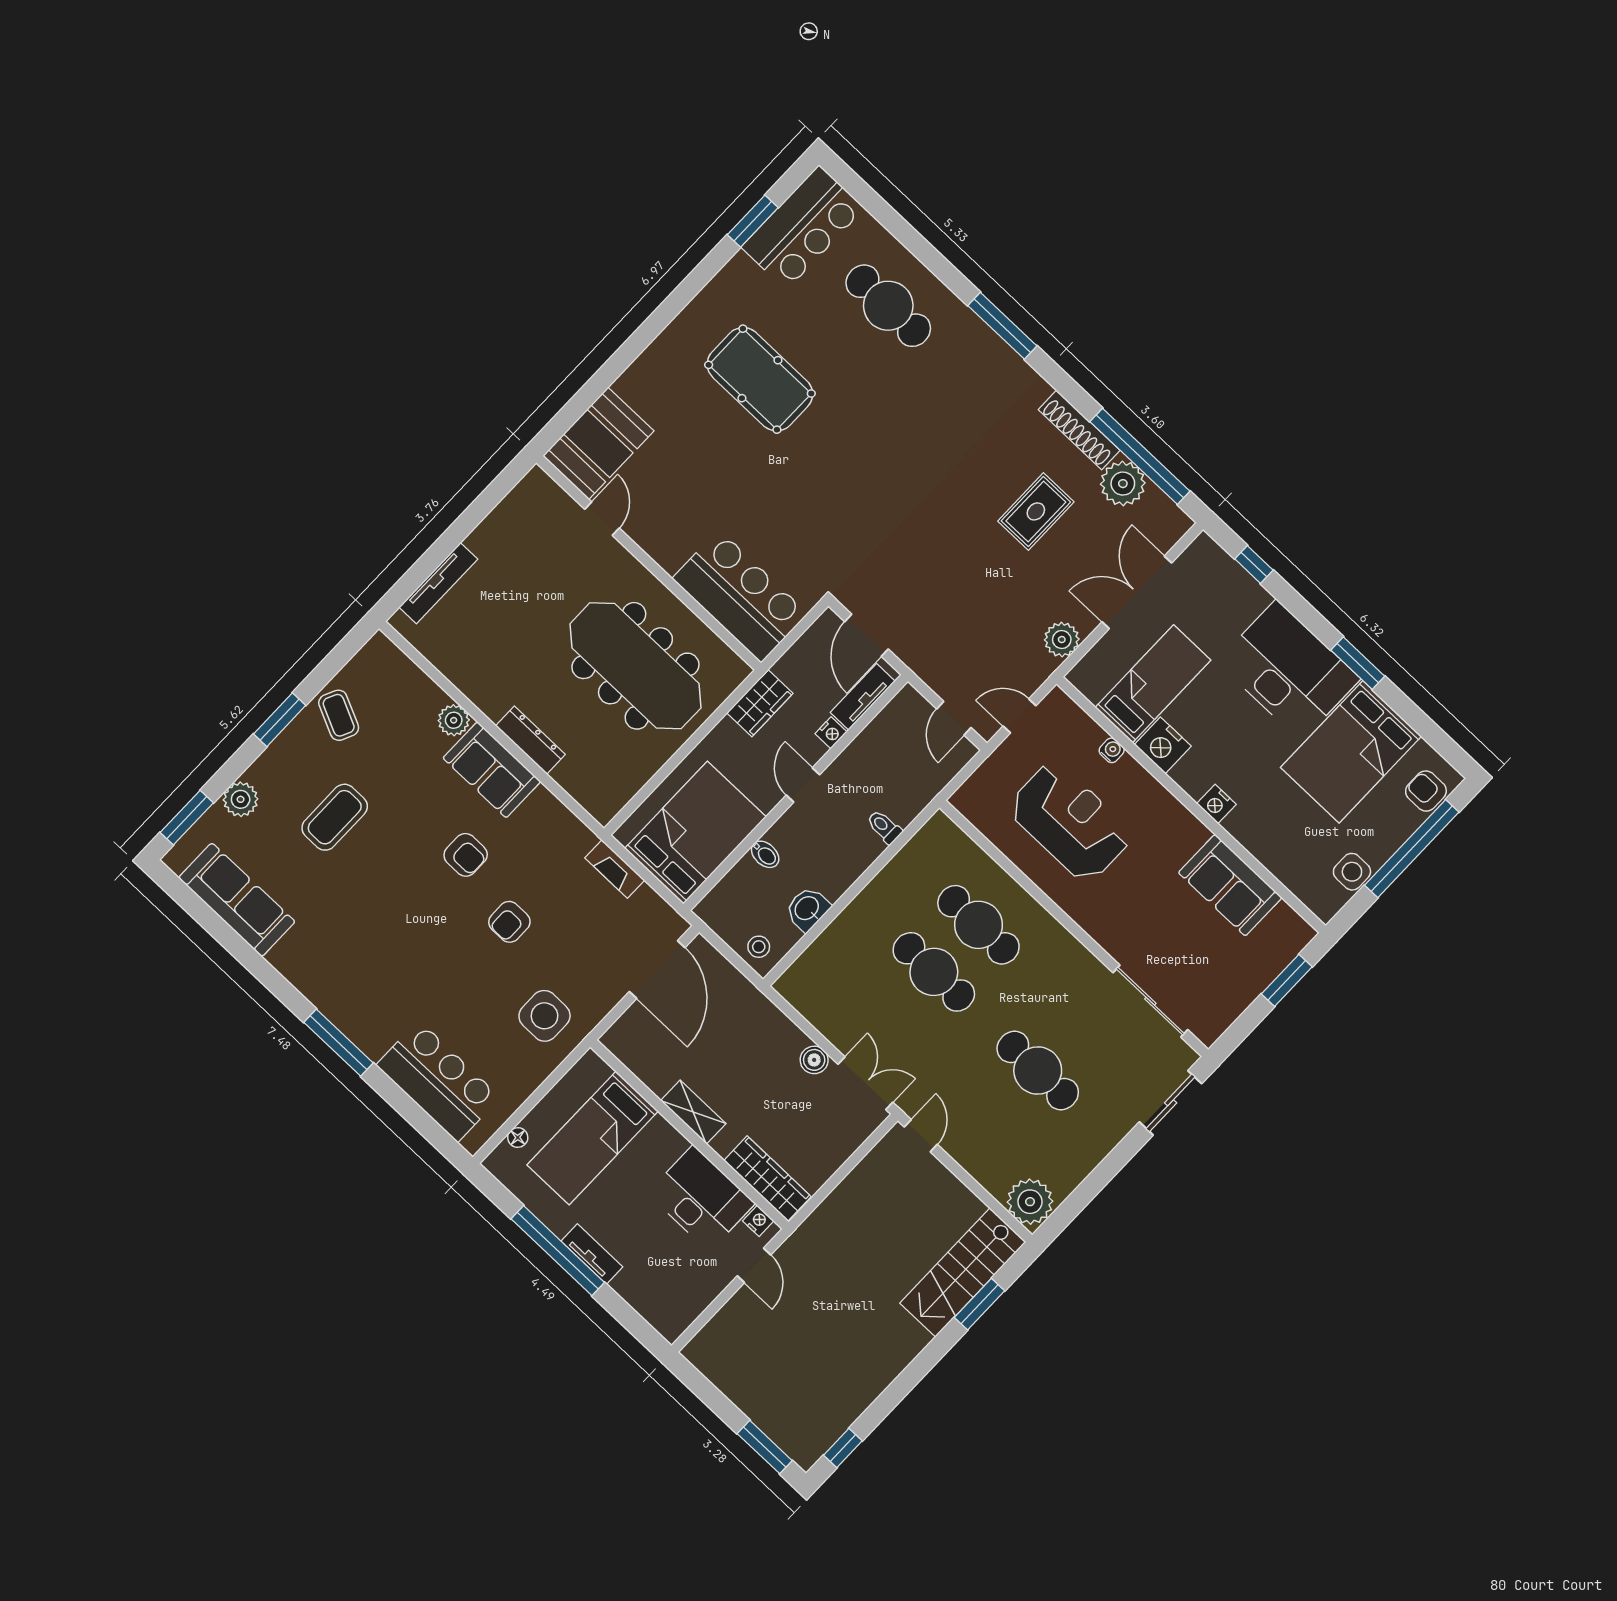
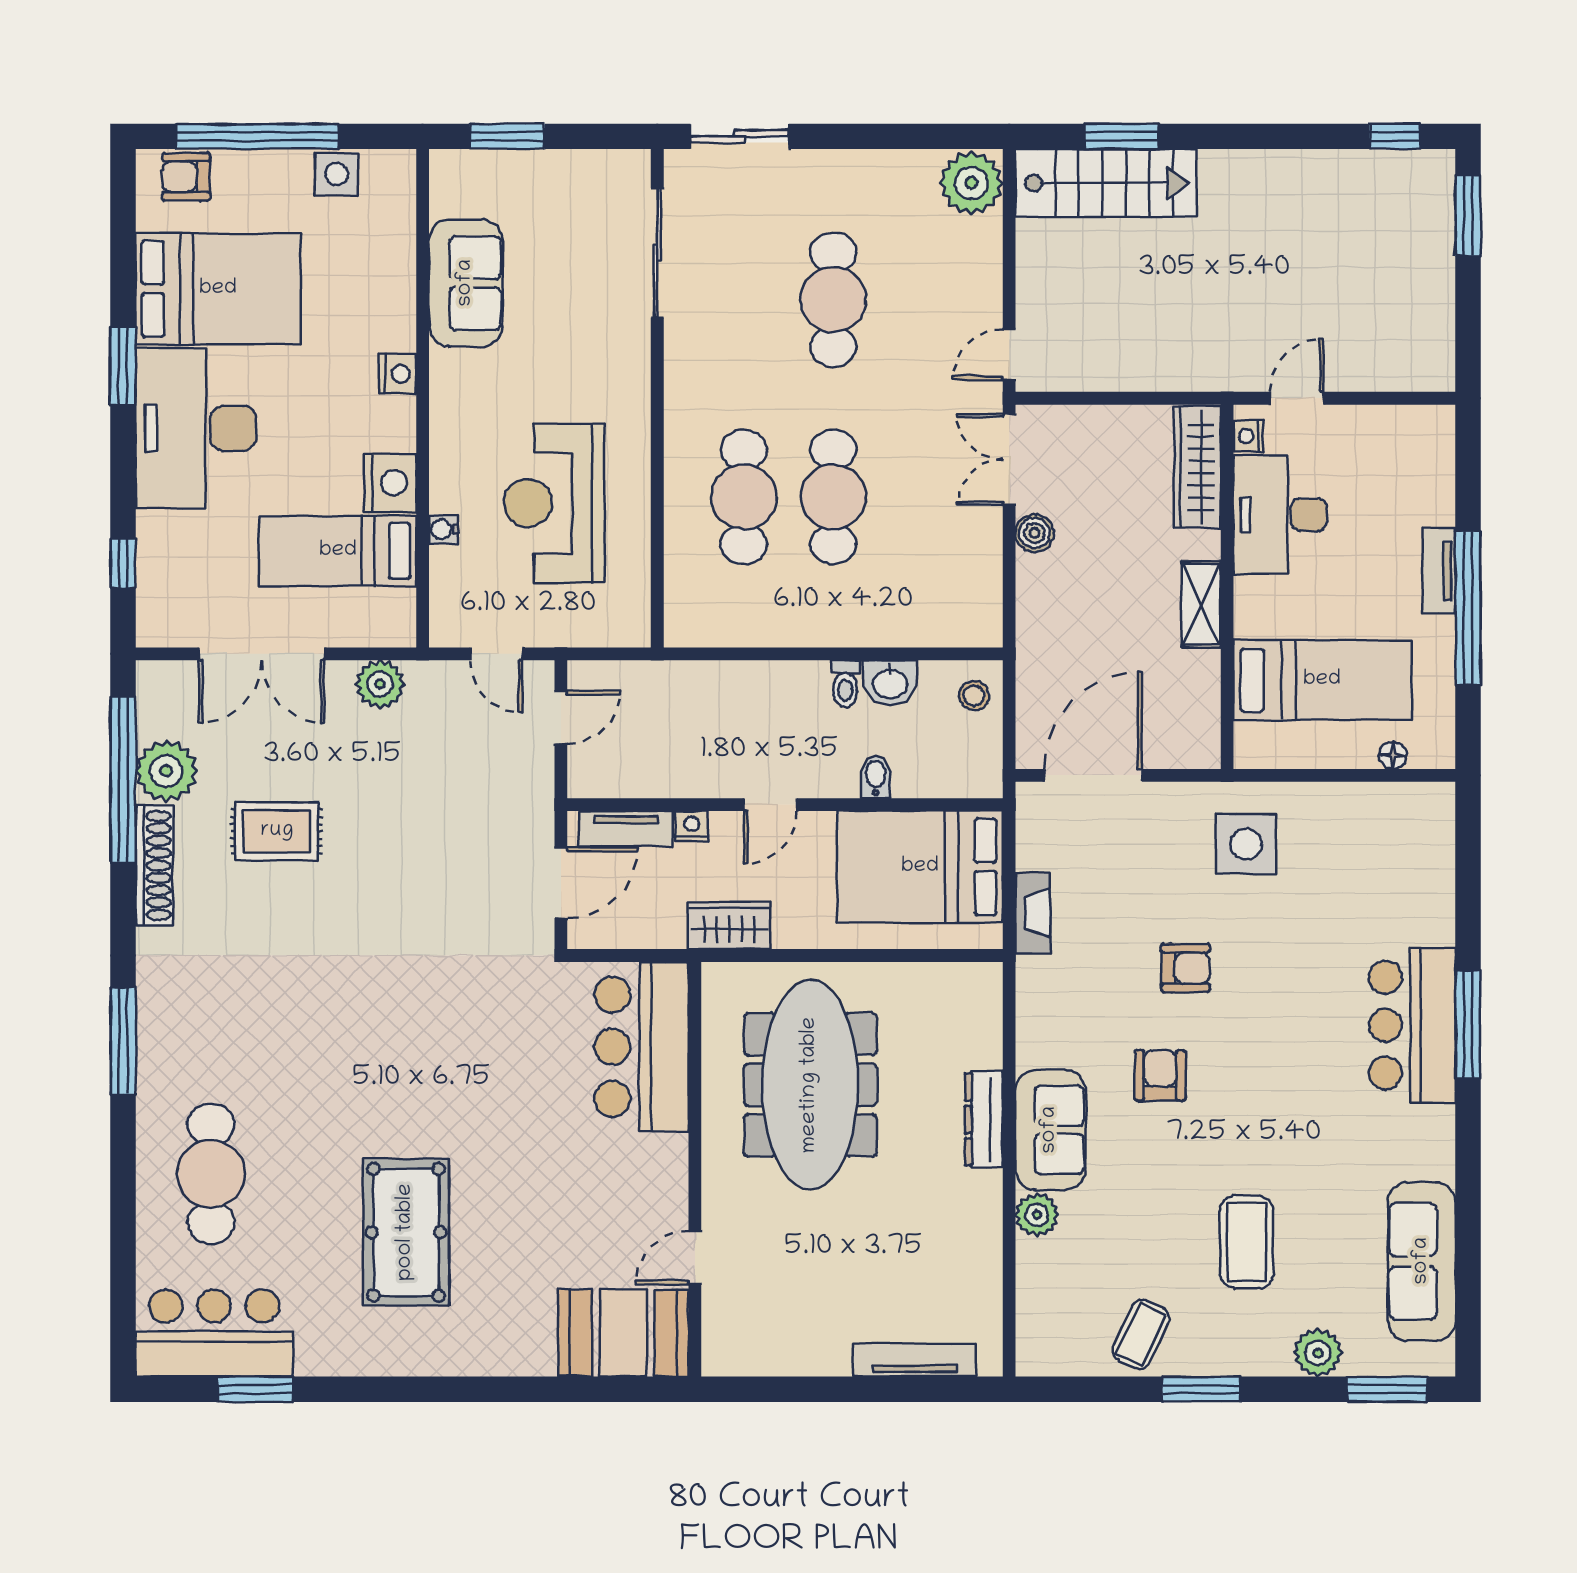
armchair: (1426, 791) -> (186, 177), turned 90
coffee table: (335, 817) -> (1247, 1242), turned 90
toilet: (884, 827) -> (845, 684), moved
bar counter: (438, 1081) -> (1412, 1025), moved

